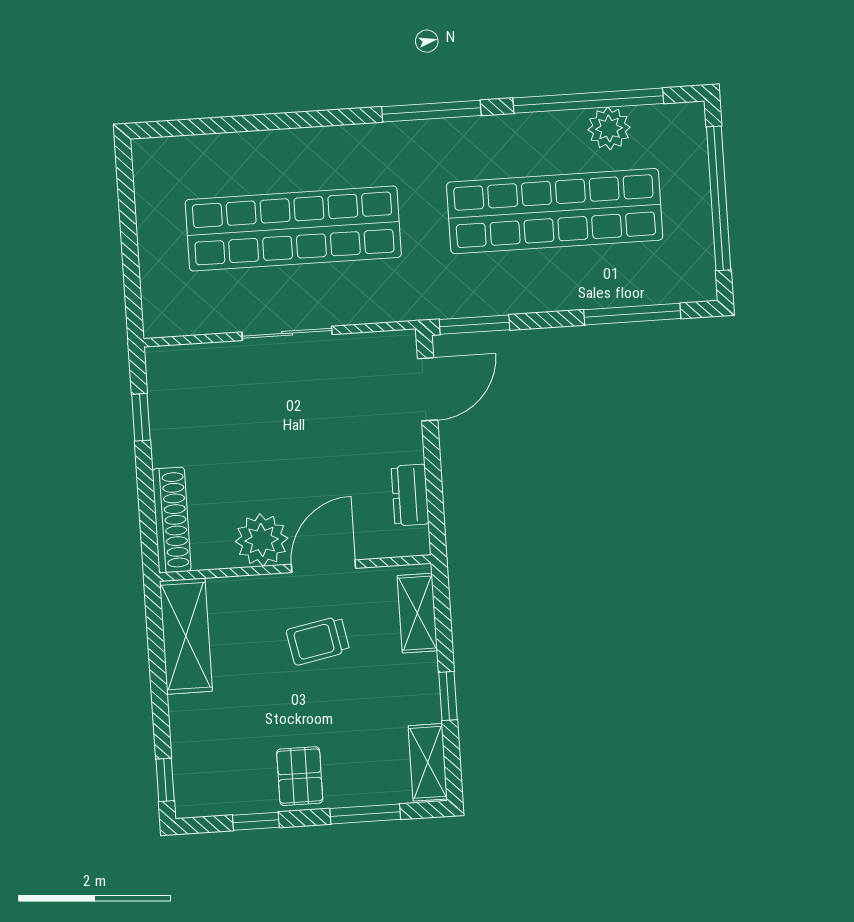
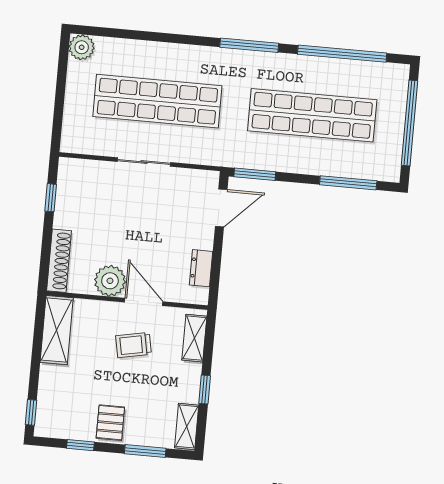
plant: (609, 128) -> (82, 47), moved
door: (323, 566) -> (144, 302), hinge flipped

